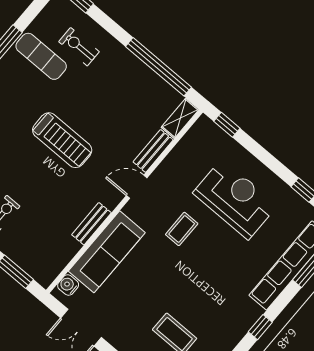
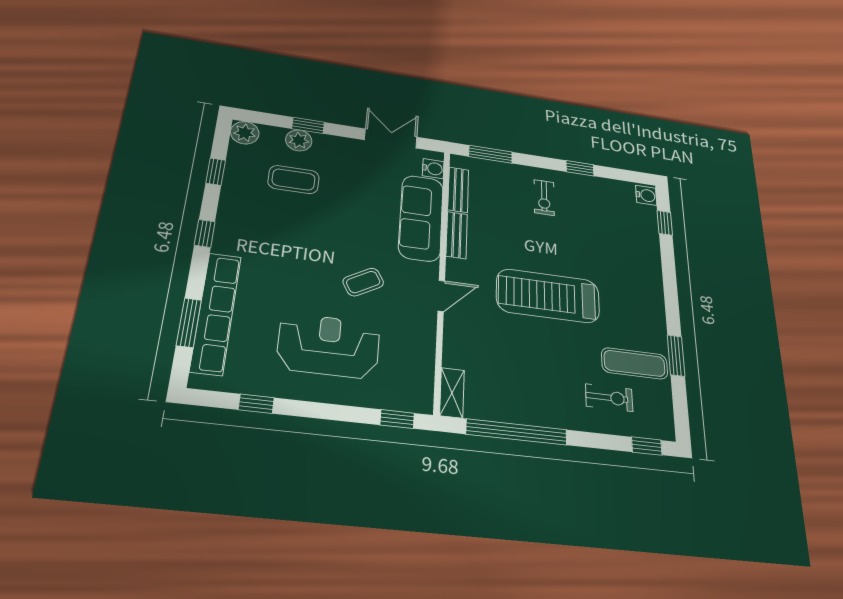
treadmill: (62, 140) -> (548, 296), width x1.37, depth x1.38
bench: (153, 151) -> (458, 190), moved
reception desk: (235, 199) -> (329, 346), turned 180
coffee table: (182, 229) -> (363, 282), turned 60

